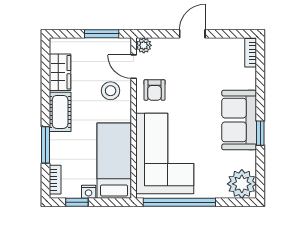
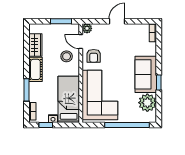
plant: (242, 184) -> (147, 103), moved
window: (179, 202) -> (127, 125), moved

